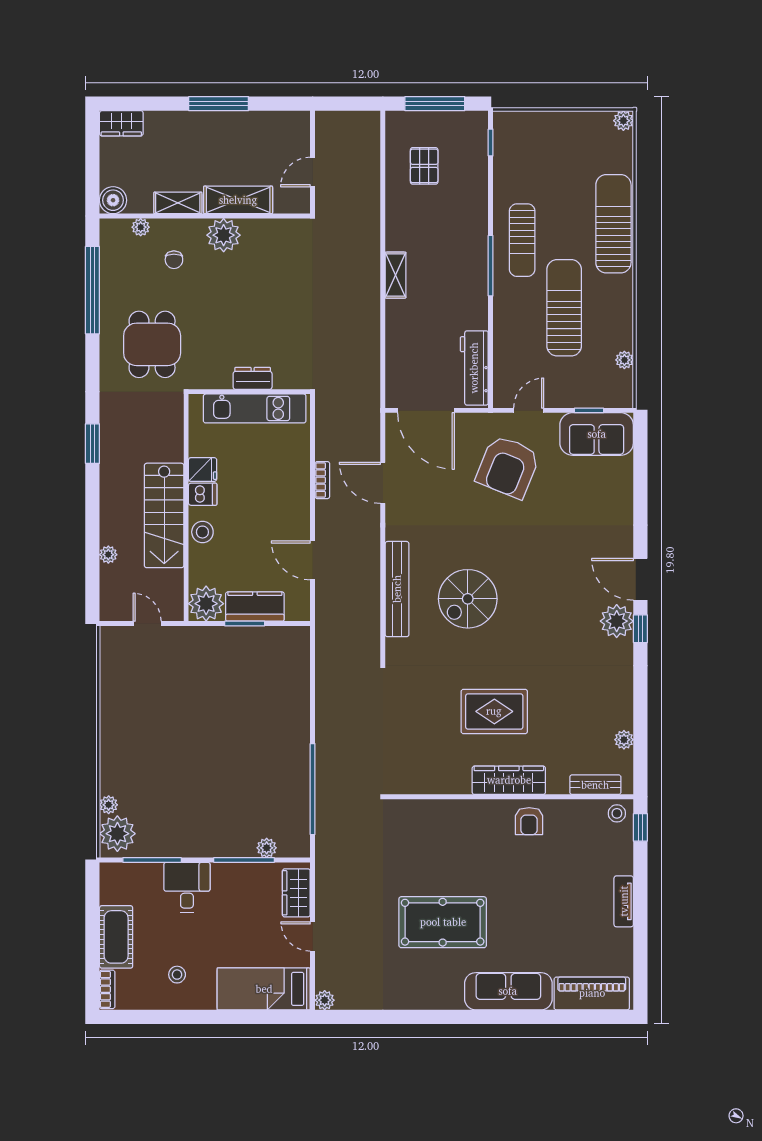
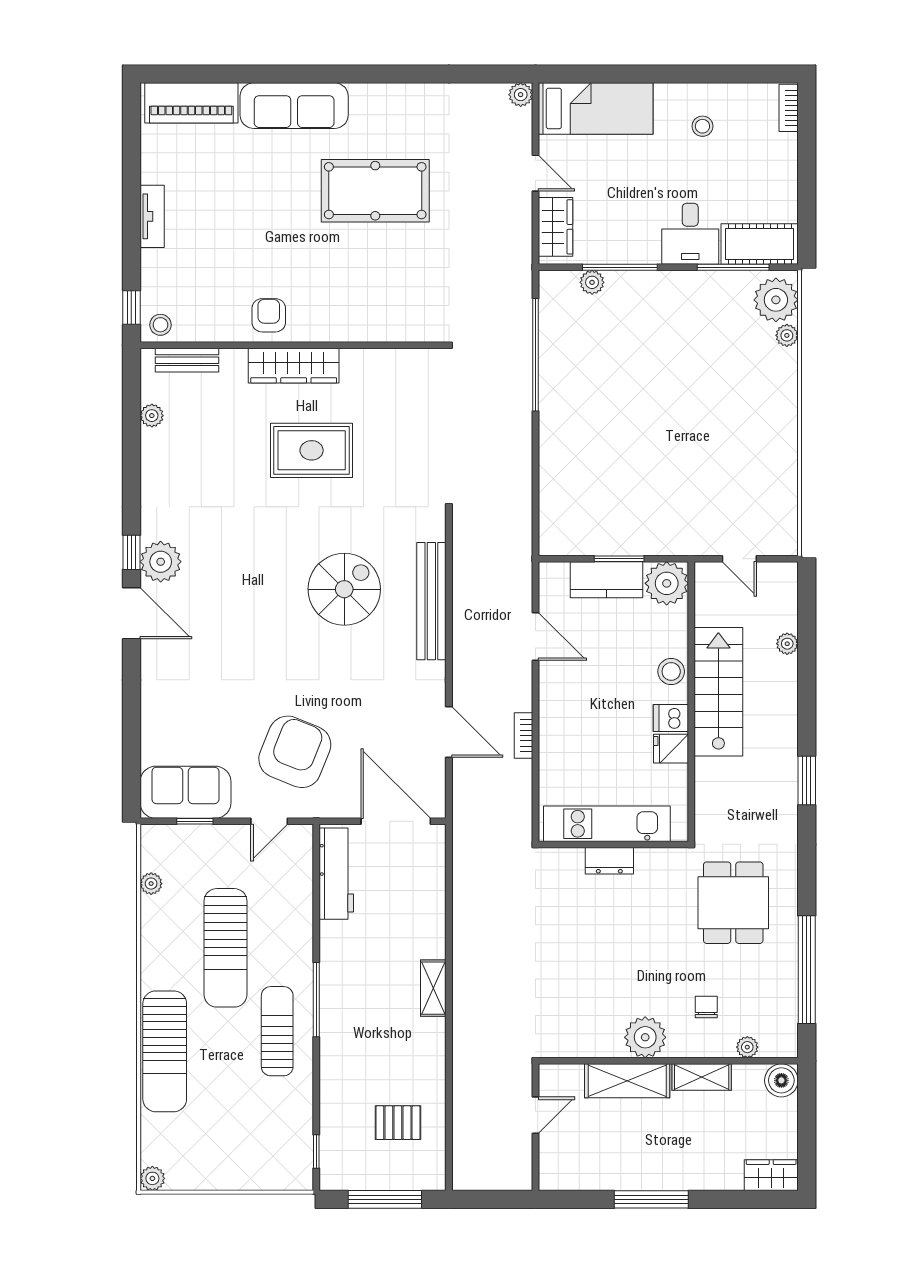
pallet: (424, 166) -> (398, 1123), turned 90
cot: (116, 937) -> (760, 244), moved, turned 90

